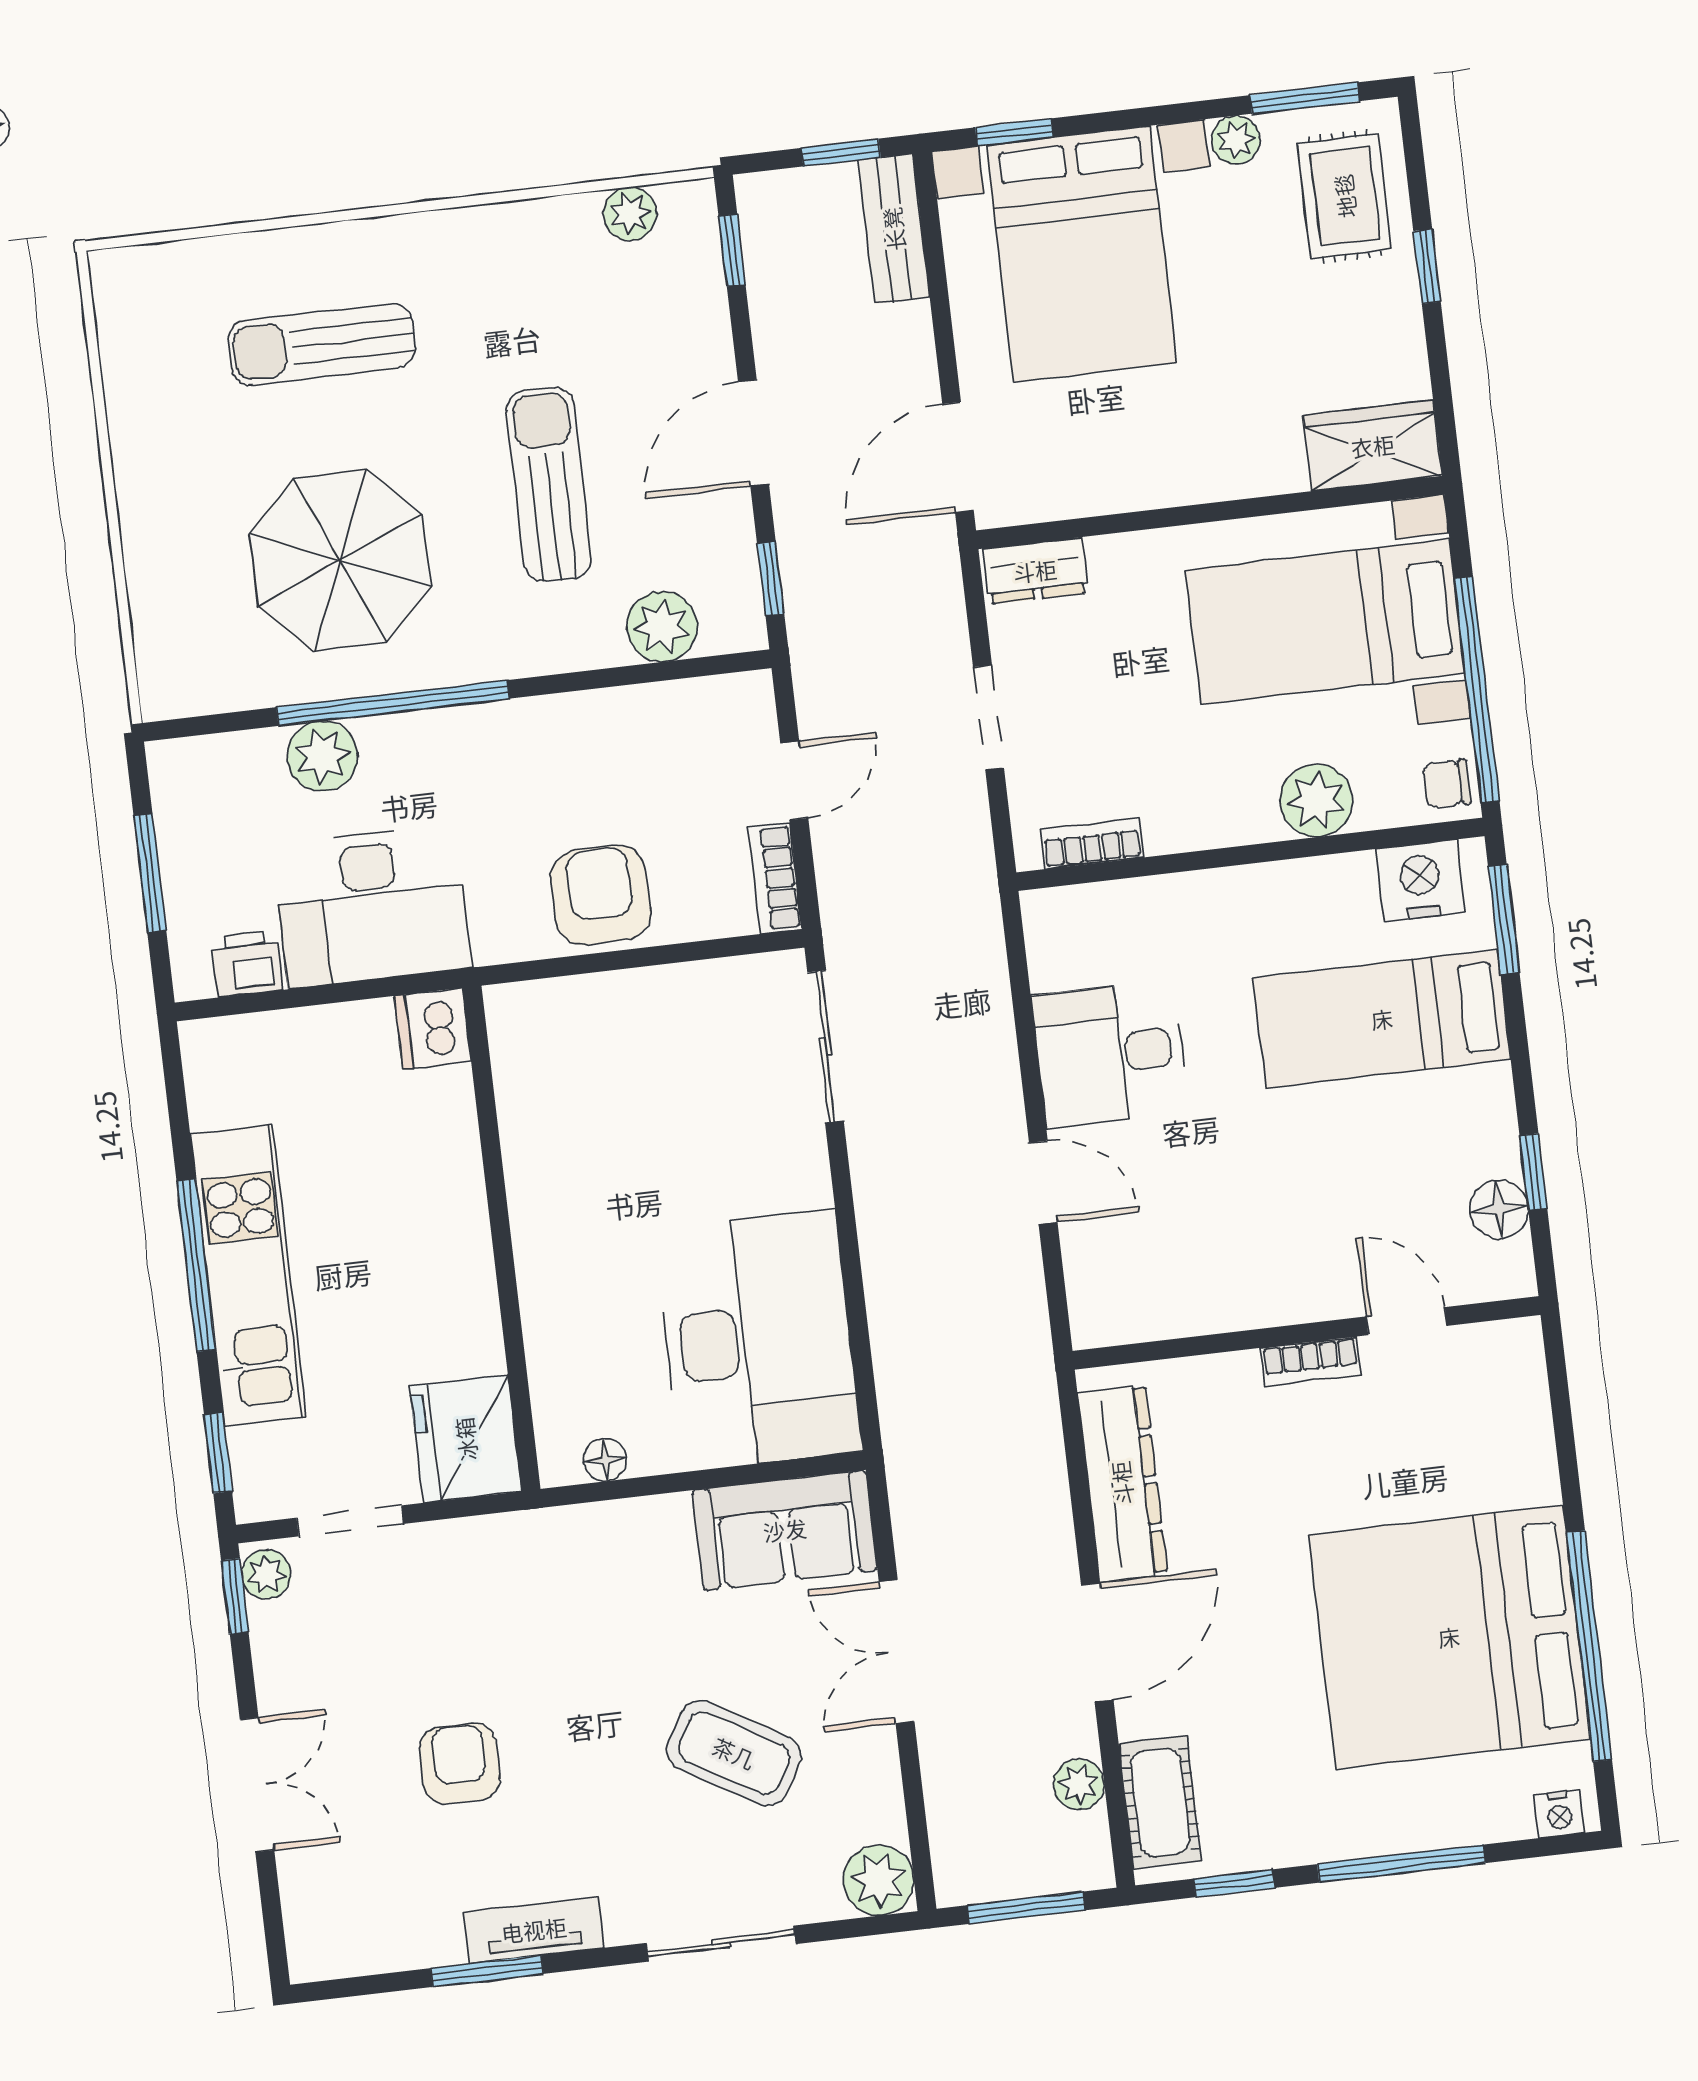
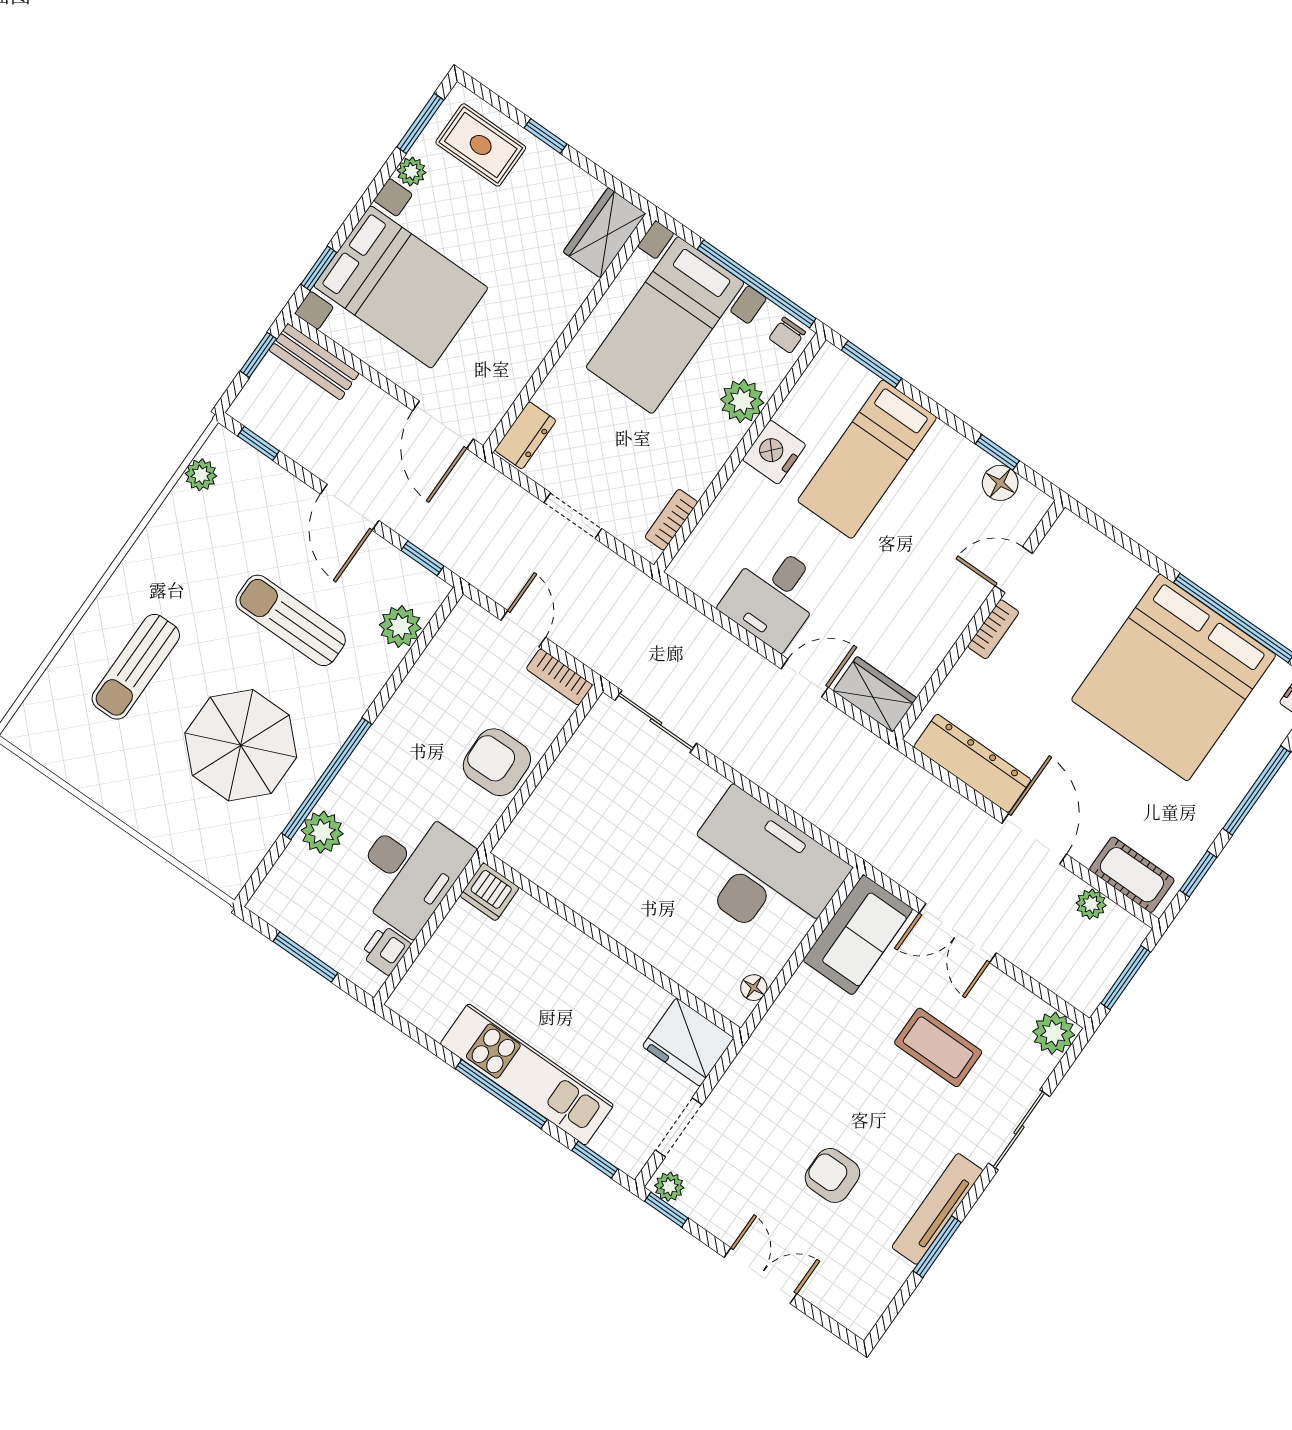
nightstand: (1420, 881) -> (774, 452), moved
wardrobe: (1100, 1287) -> (875, 694), added
coffee table: (734, 1753) -> (938, 1047), turned 60
tv unit: (534, 1930) -> (937, 1209), width x1.41

